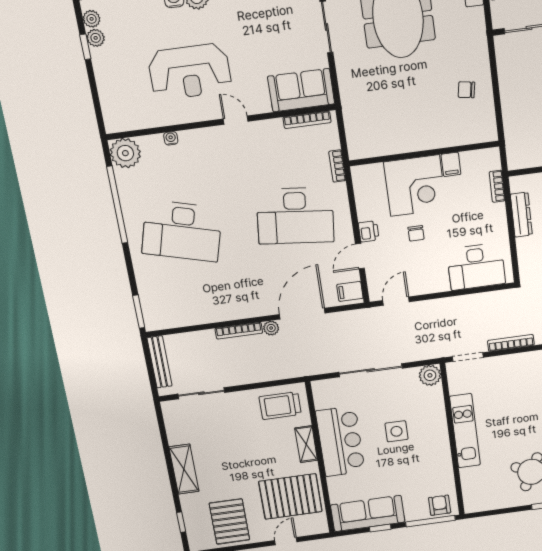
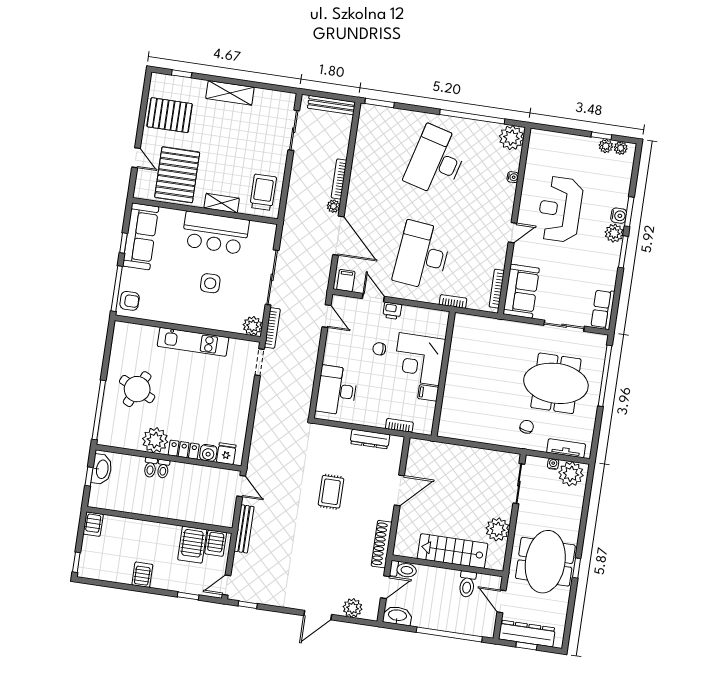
chair: (466, 90) -> (527, 427), moved
bookcase: (511, 343) -> (272, 328), moved

